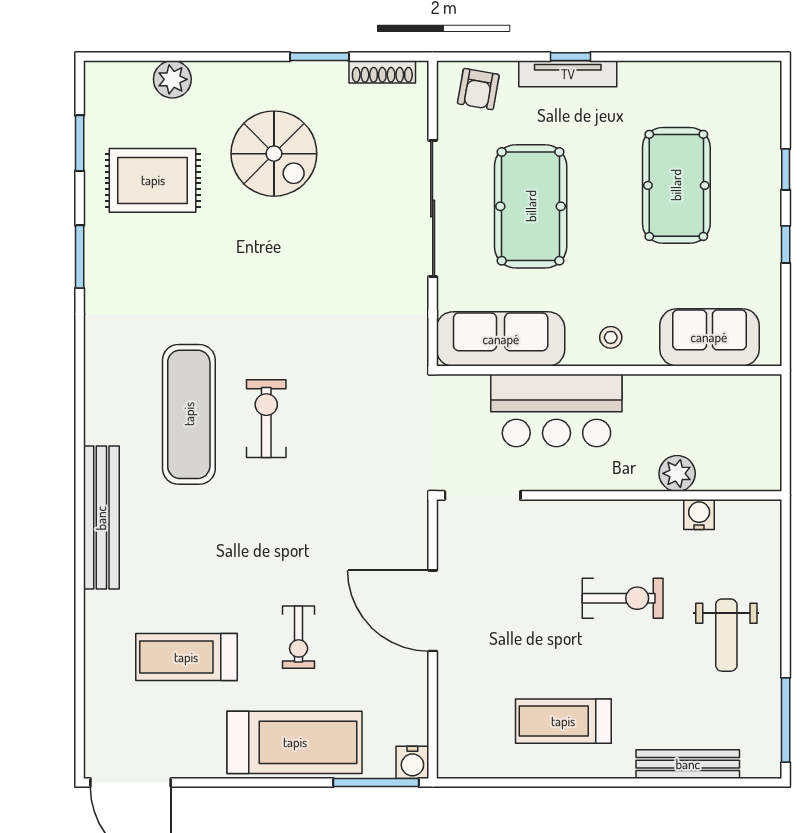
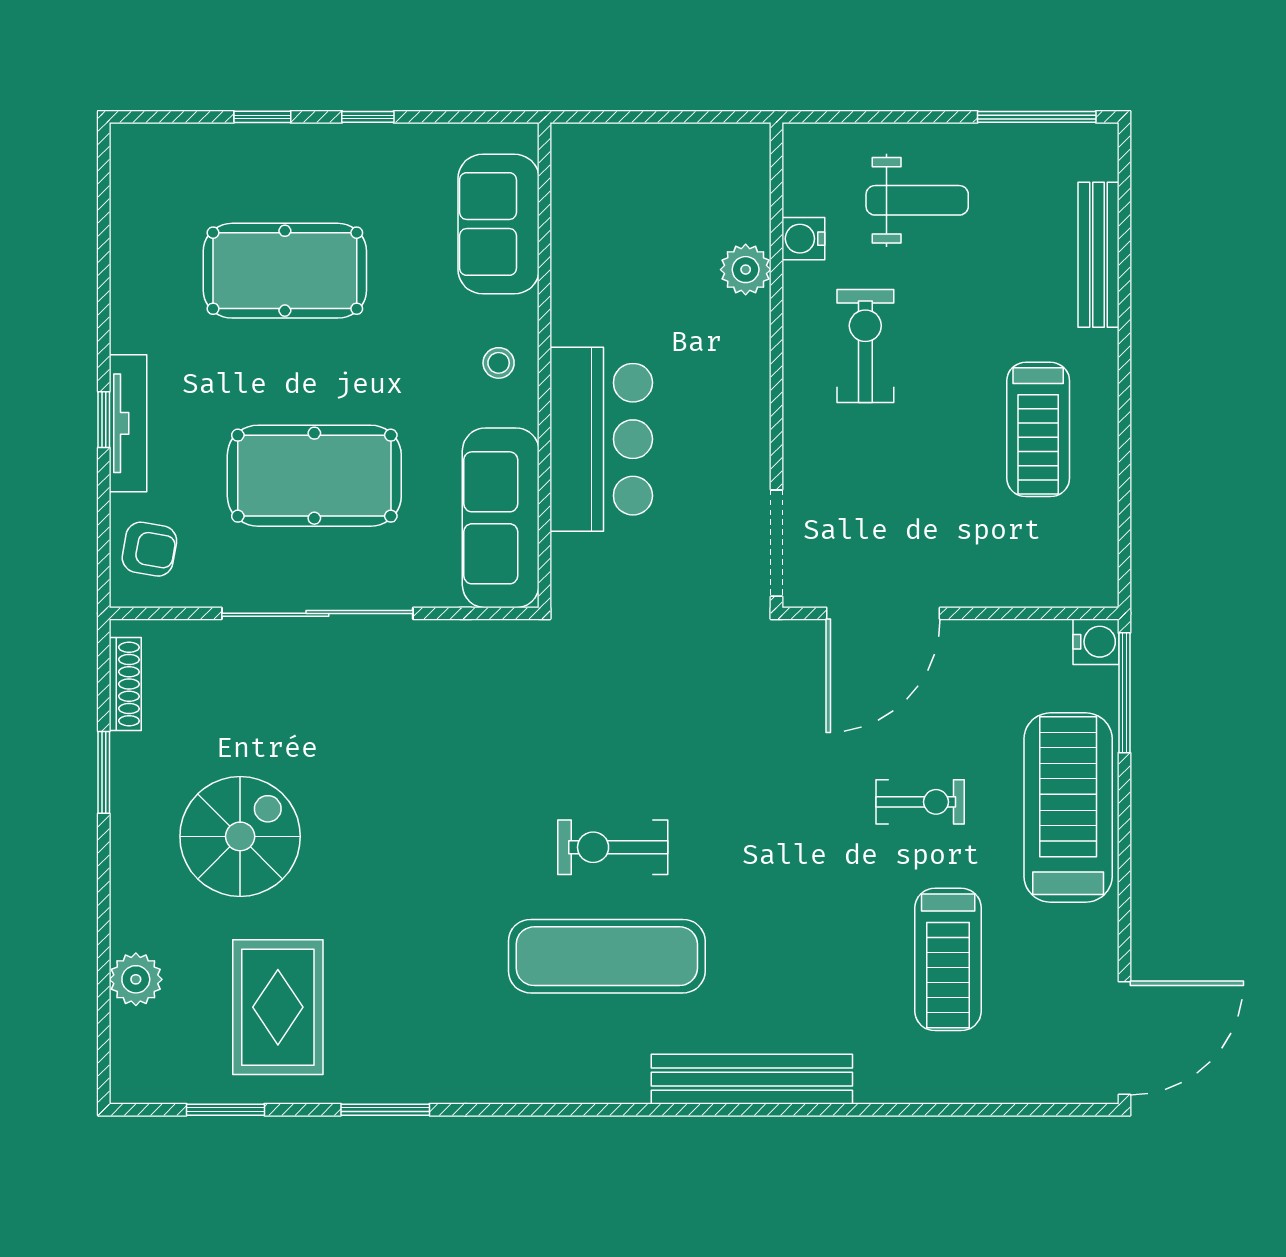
plant: (677, 473) -> (746, 270), moved
doorway: (483, 495) -> (776, 543), moved
wall: (609, 495) -> (776, 365), moved
water cooler: (699, 515) -> (803, 239), moved

